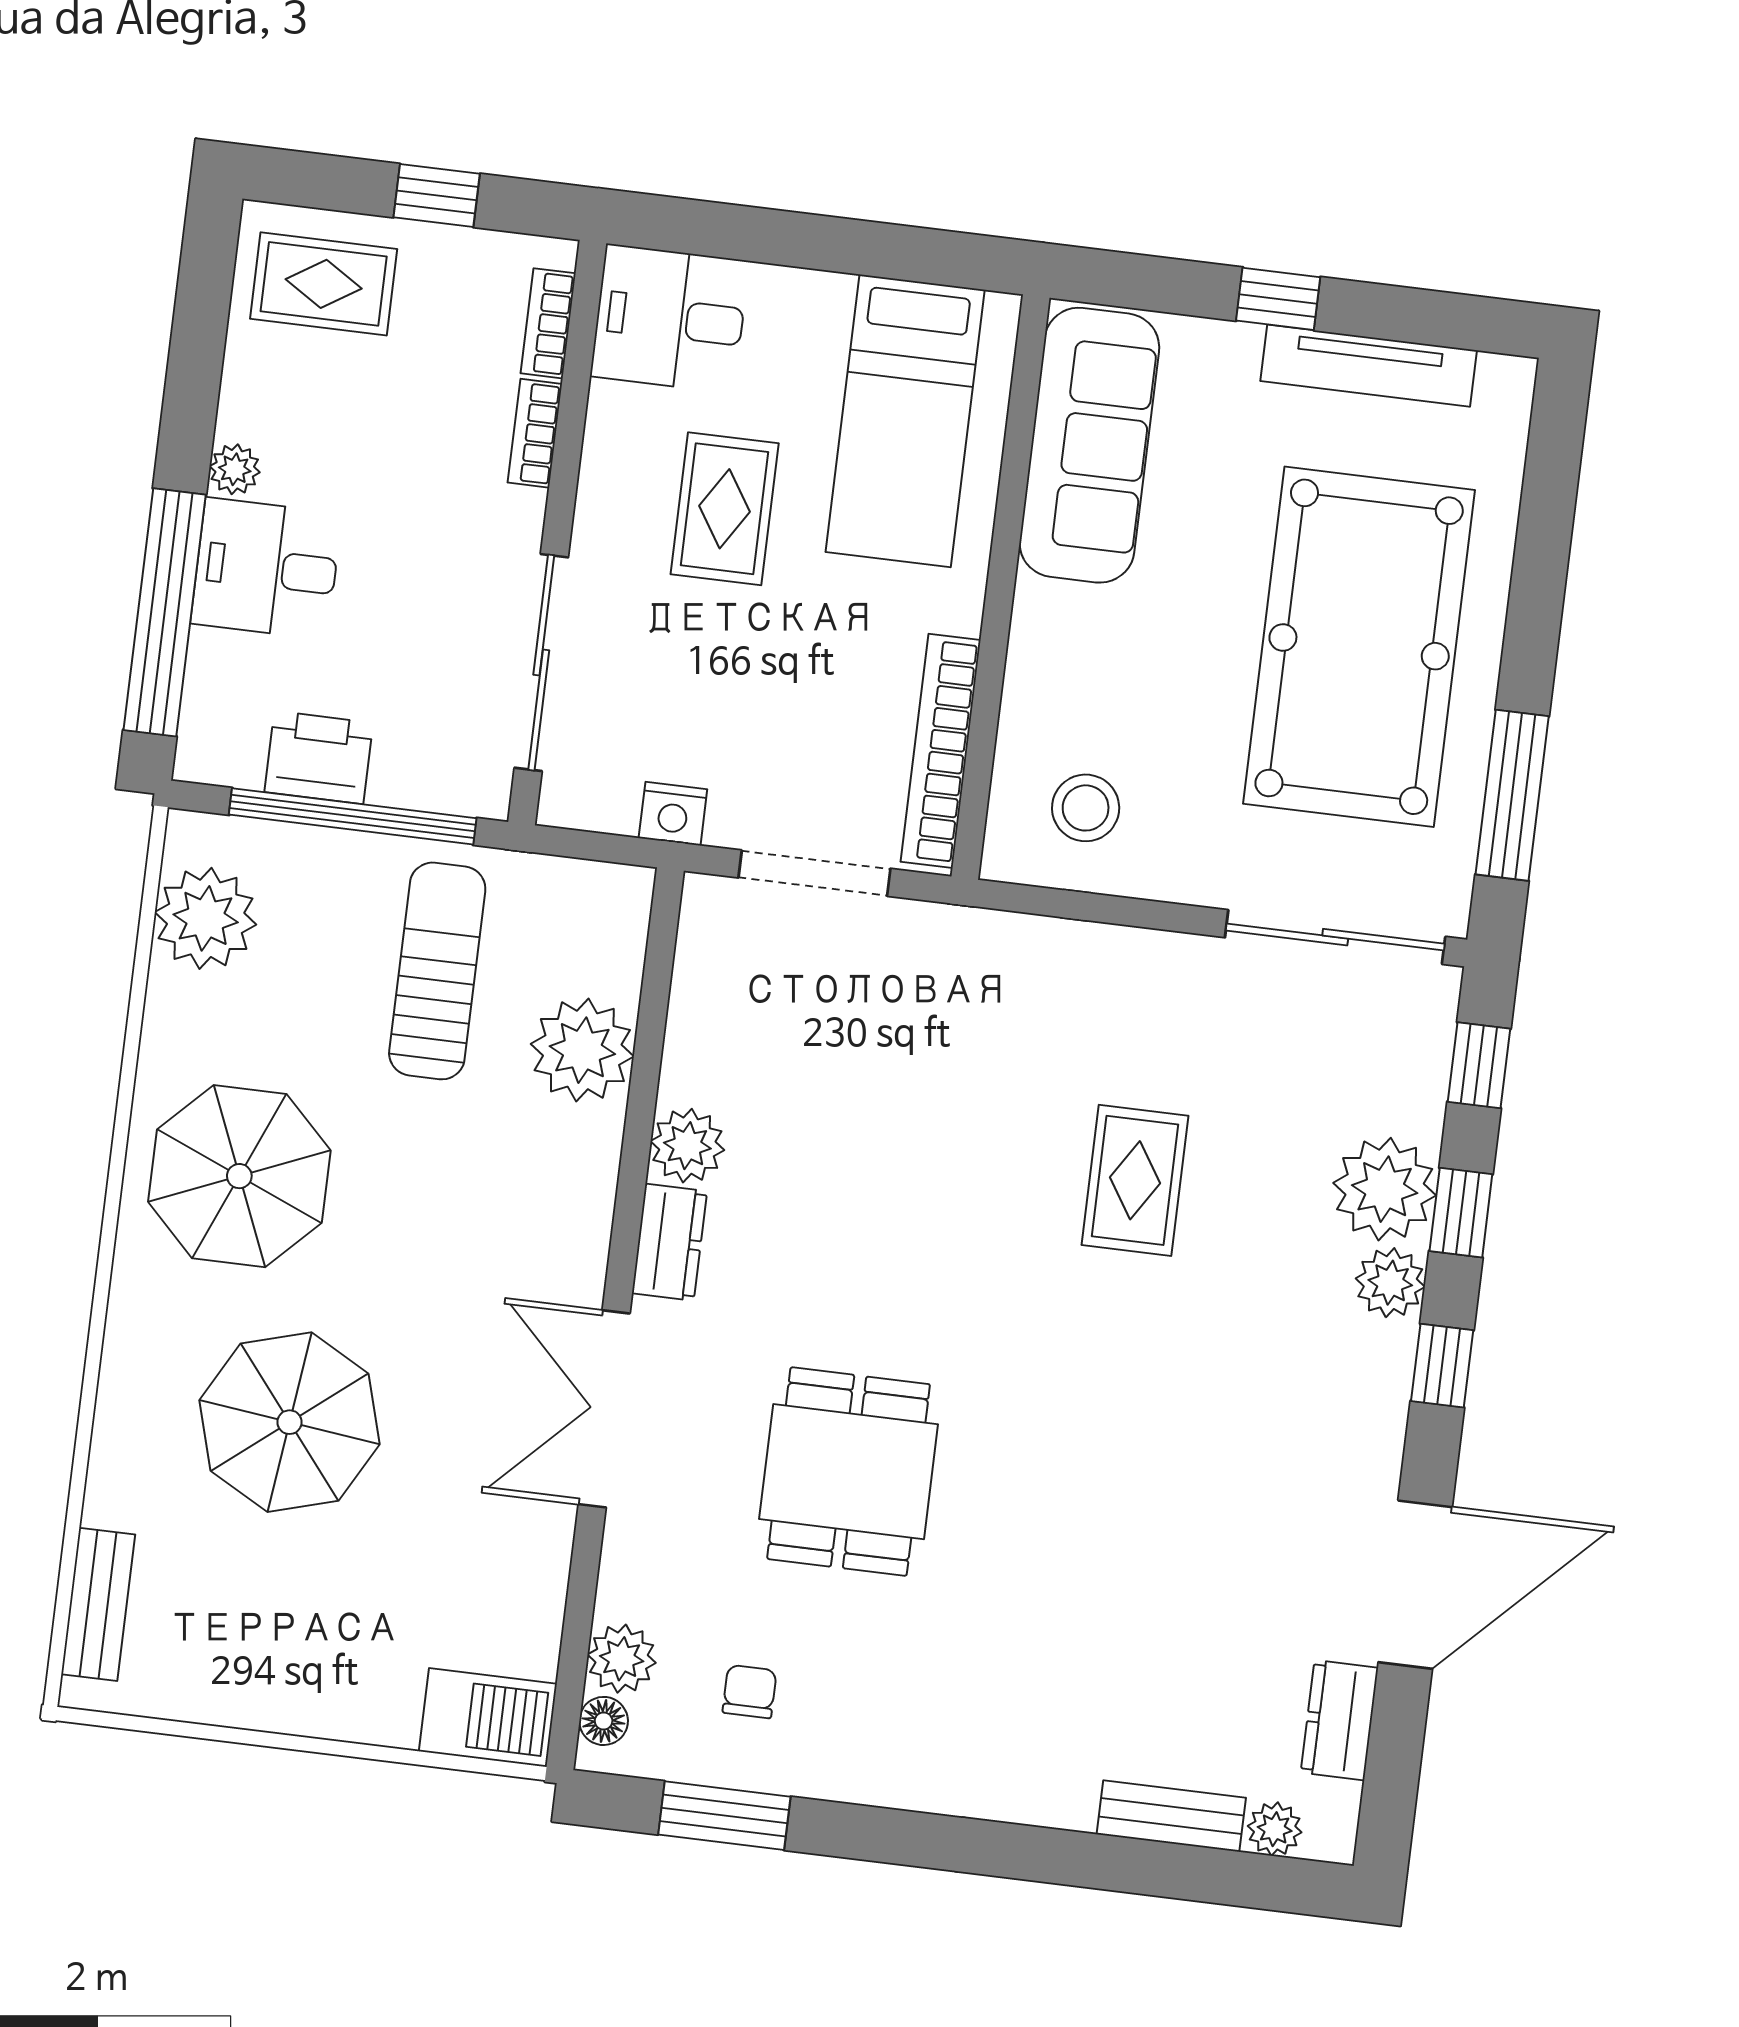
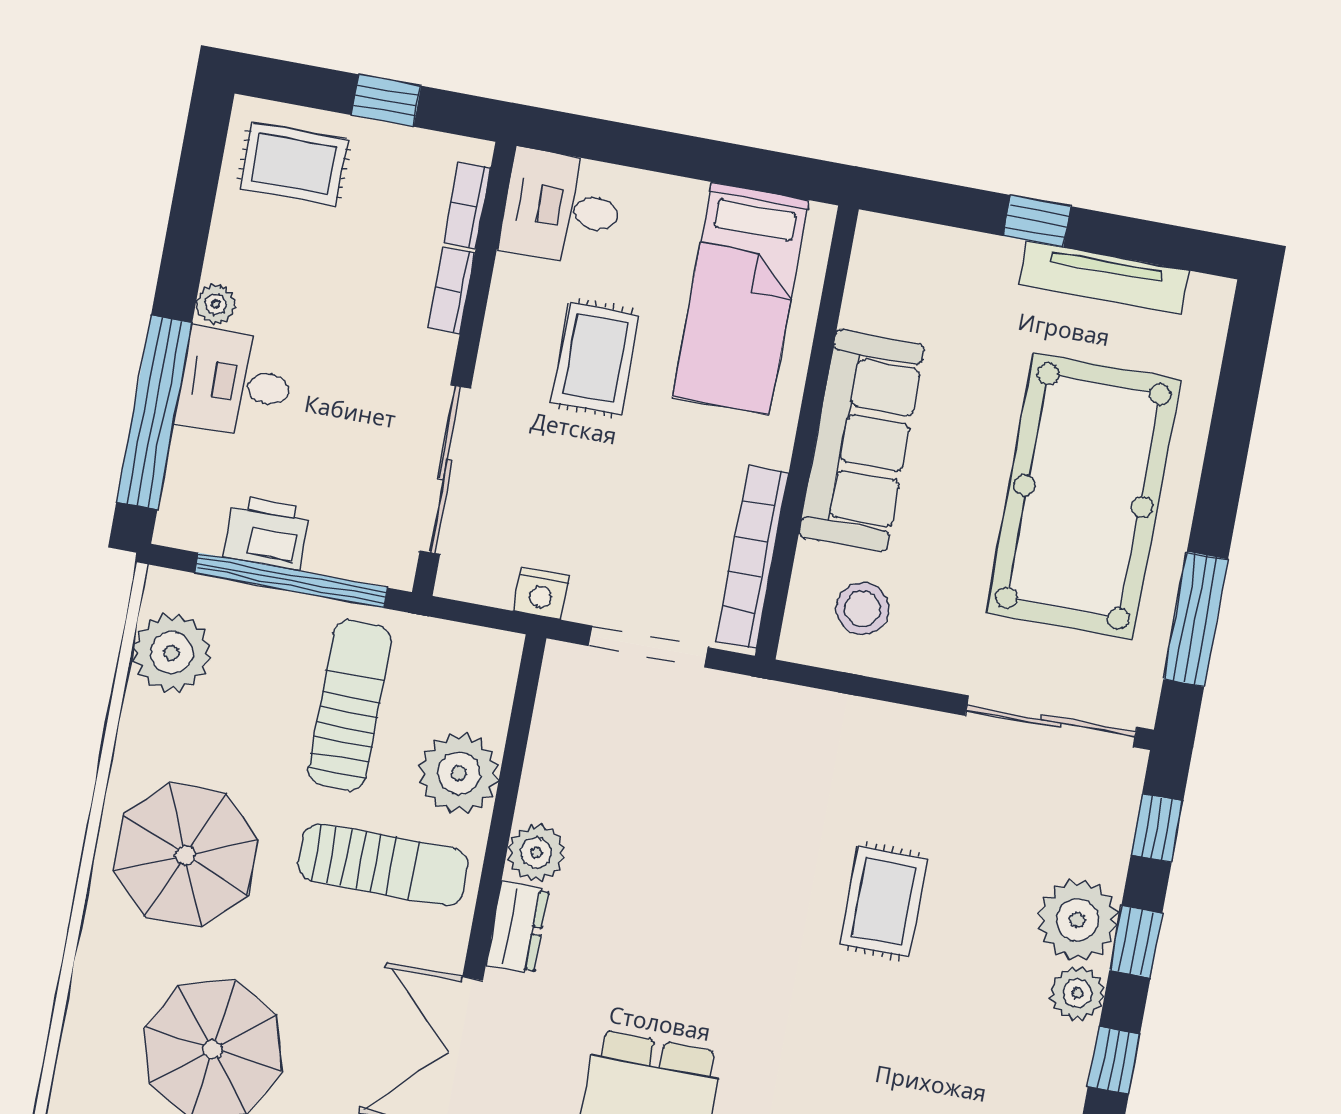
sofa: (1089, 445) -> (862, 441), moved
sun lounger: (493, 1173) -> (383, 865), added

